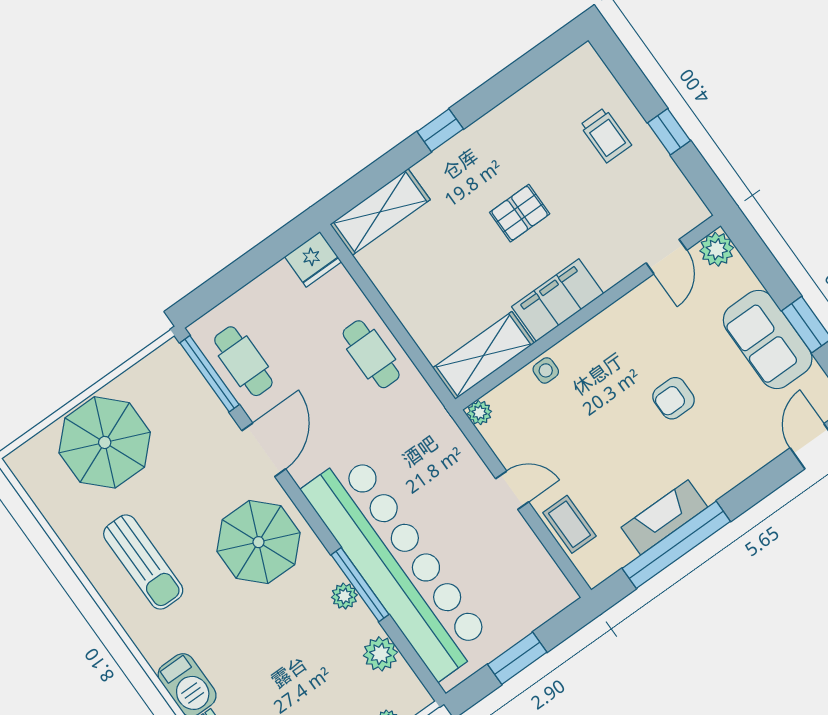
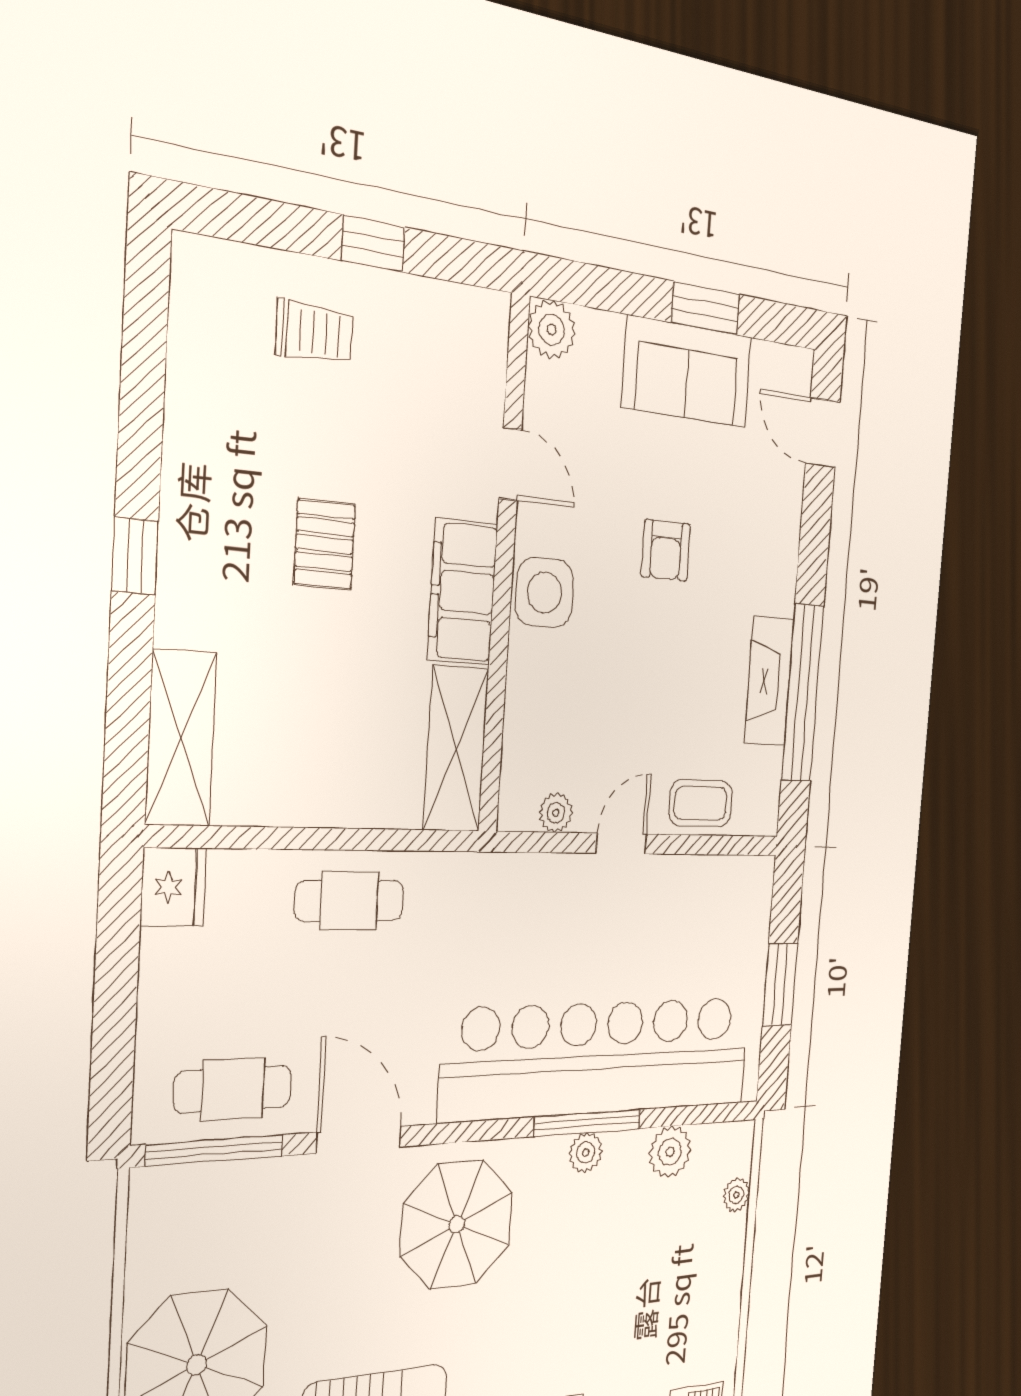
door: (666, 257) -> (510, 464), moved
side table: (546, 370) -> (545, 593), moved, width x1.87, depth x1.87
plant: (479, 413) -> (556, 813), moved

